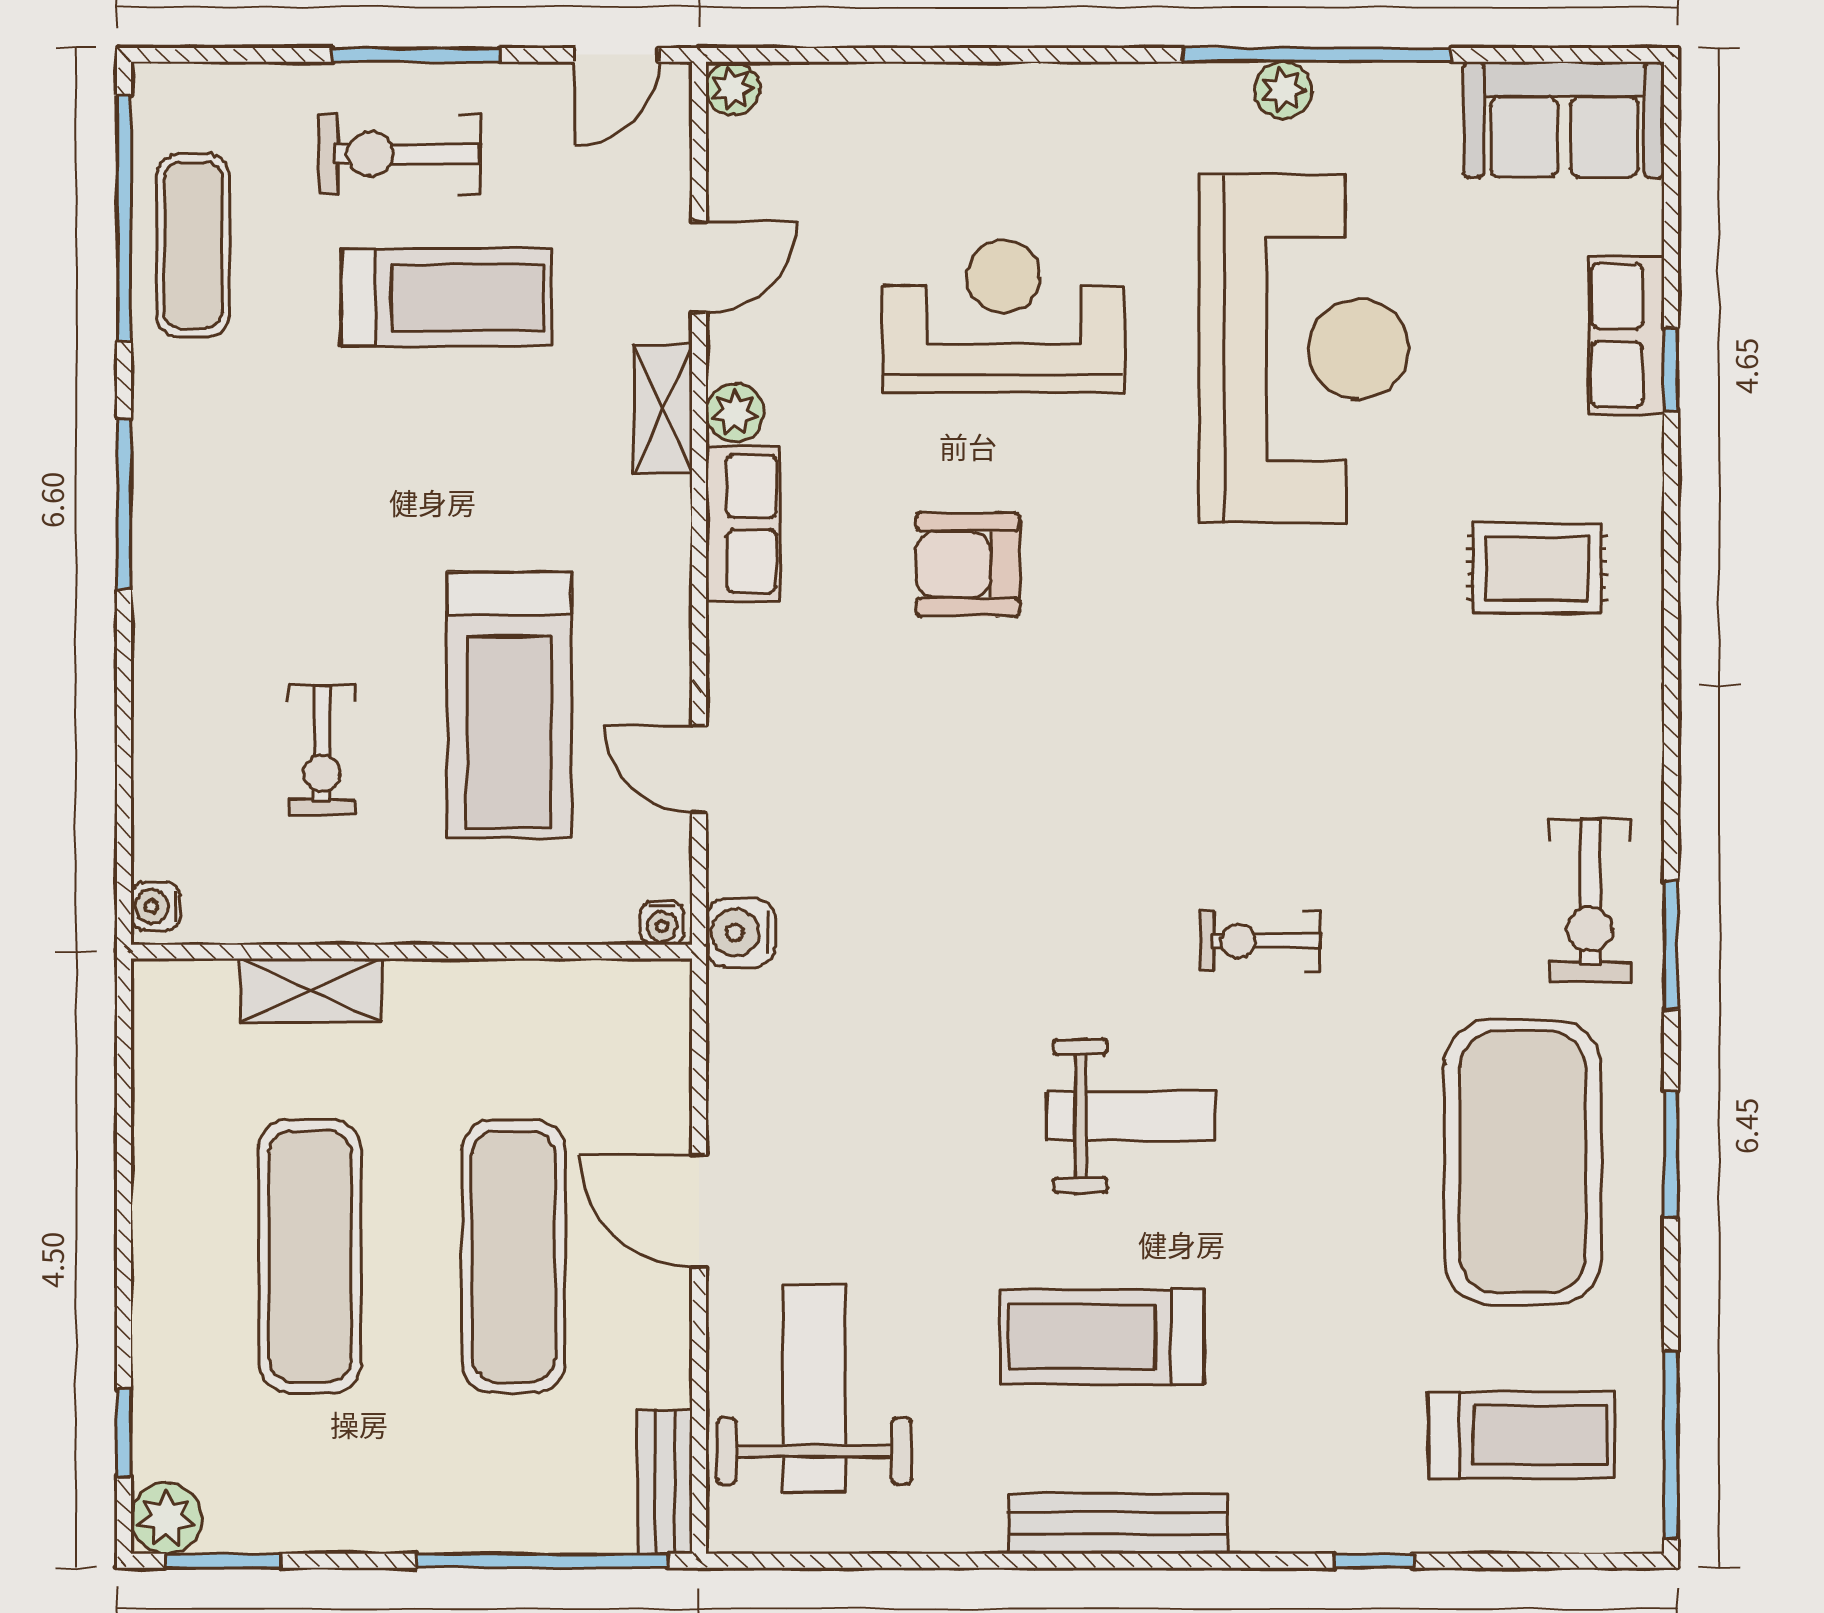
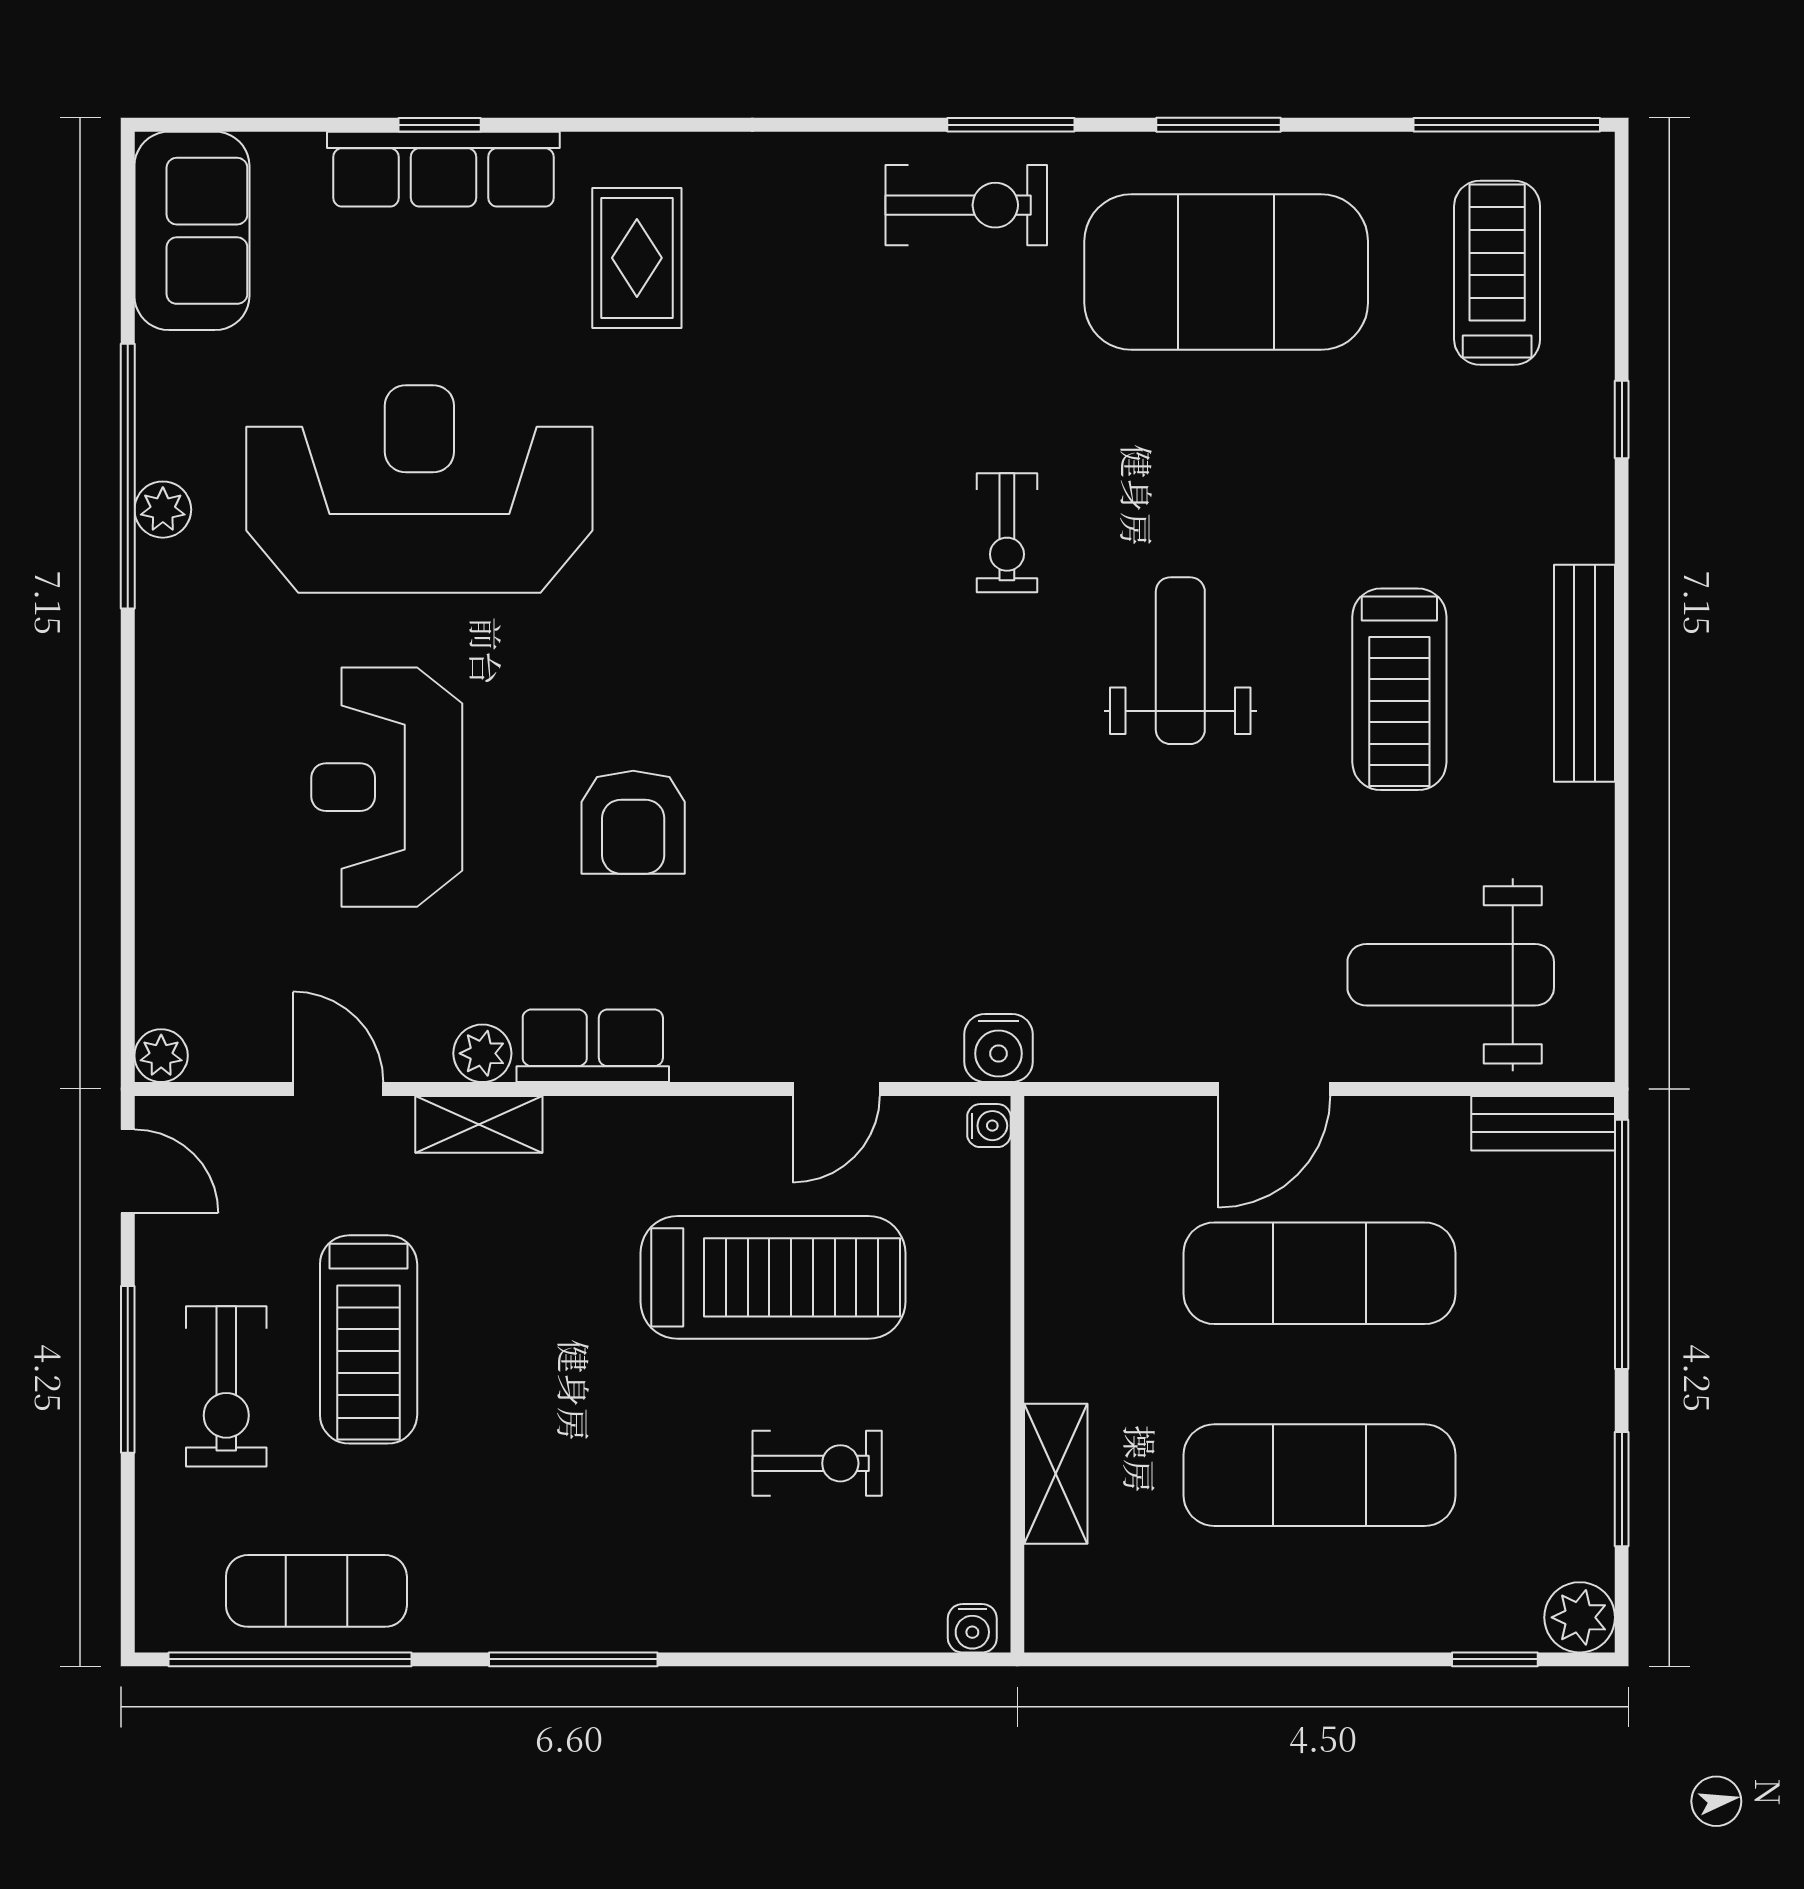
treadmill: (447, 298) -> (369, 1339), turned 180
row of seats: (1626, 335) -> (443, 169), width x1.48
window: (223, 1561) -> (1622, 1489), moved

